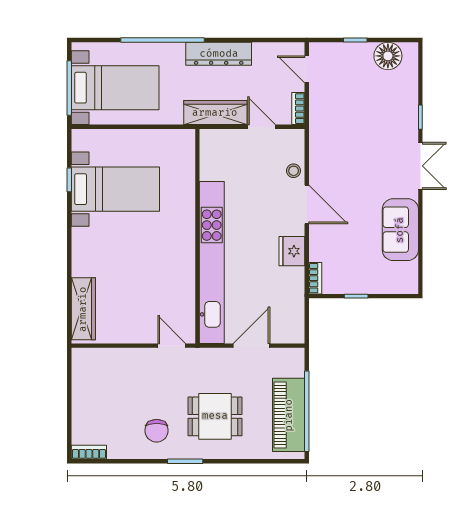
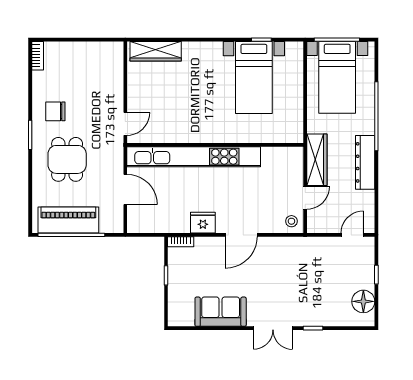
bookcase: (298, 109) -> (320, 228), removed
stool: (294, 171) -> (291, 221), moved

